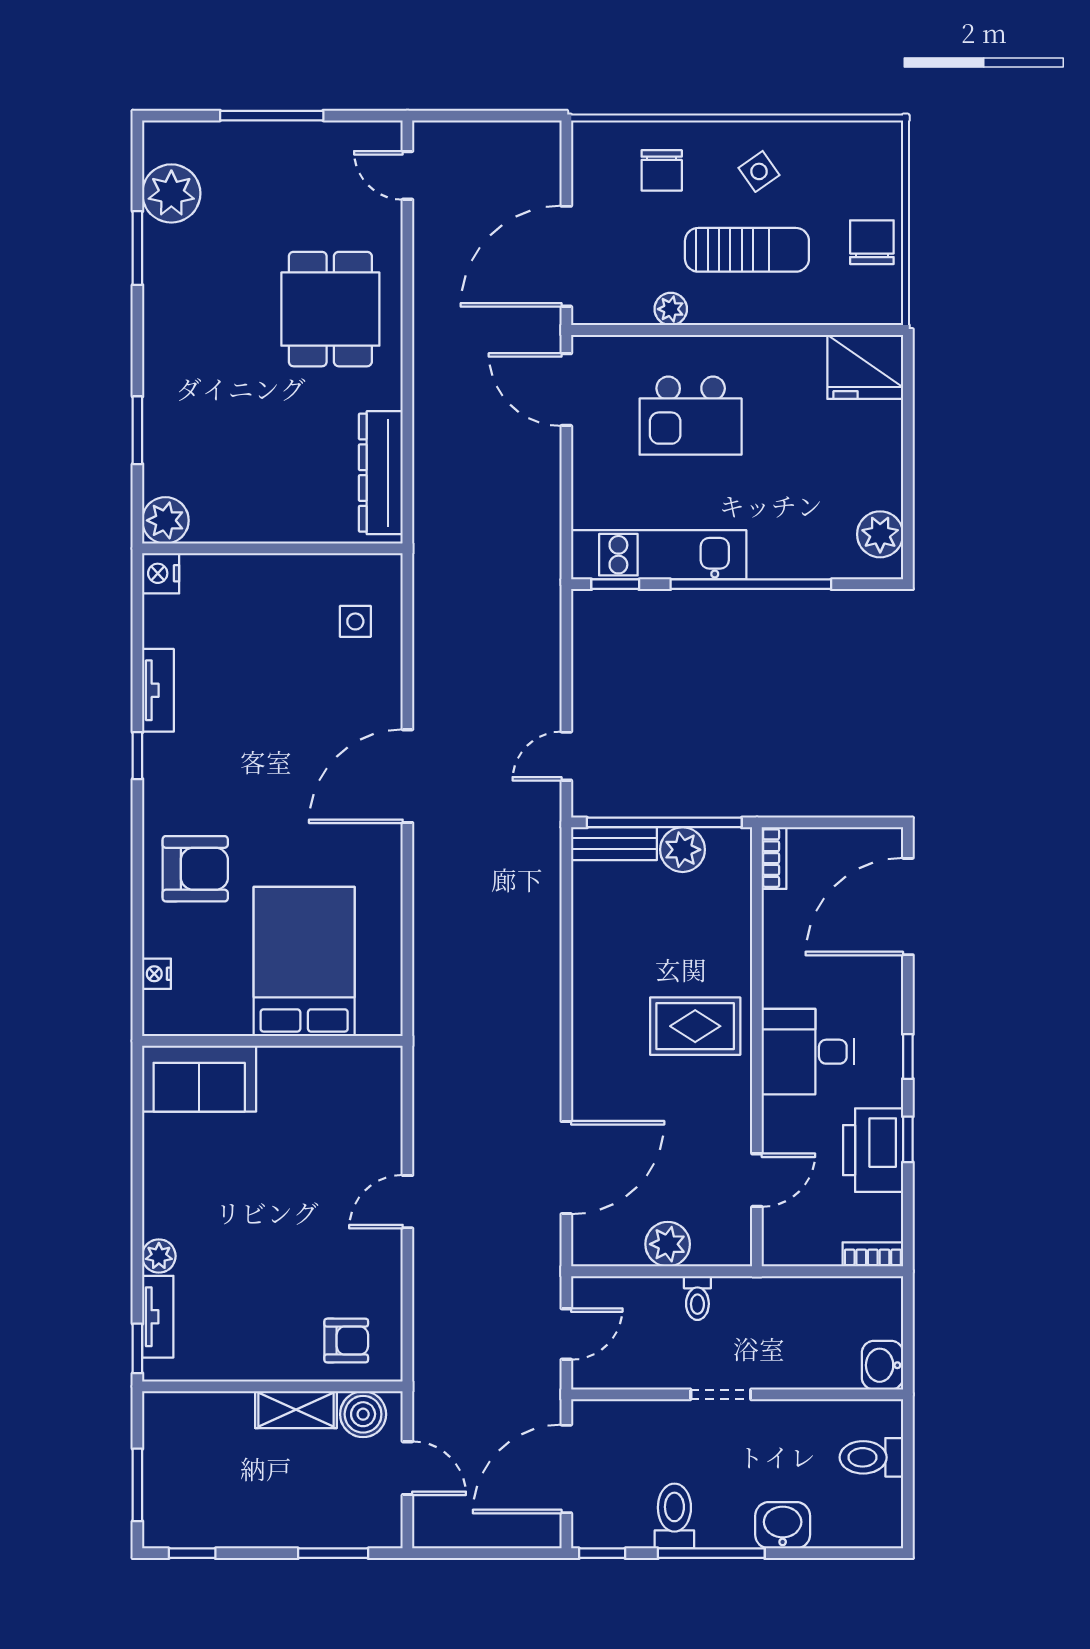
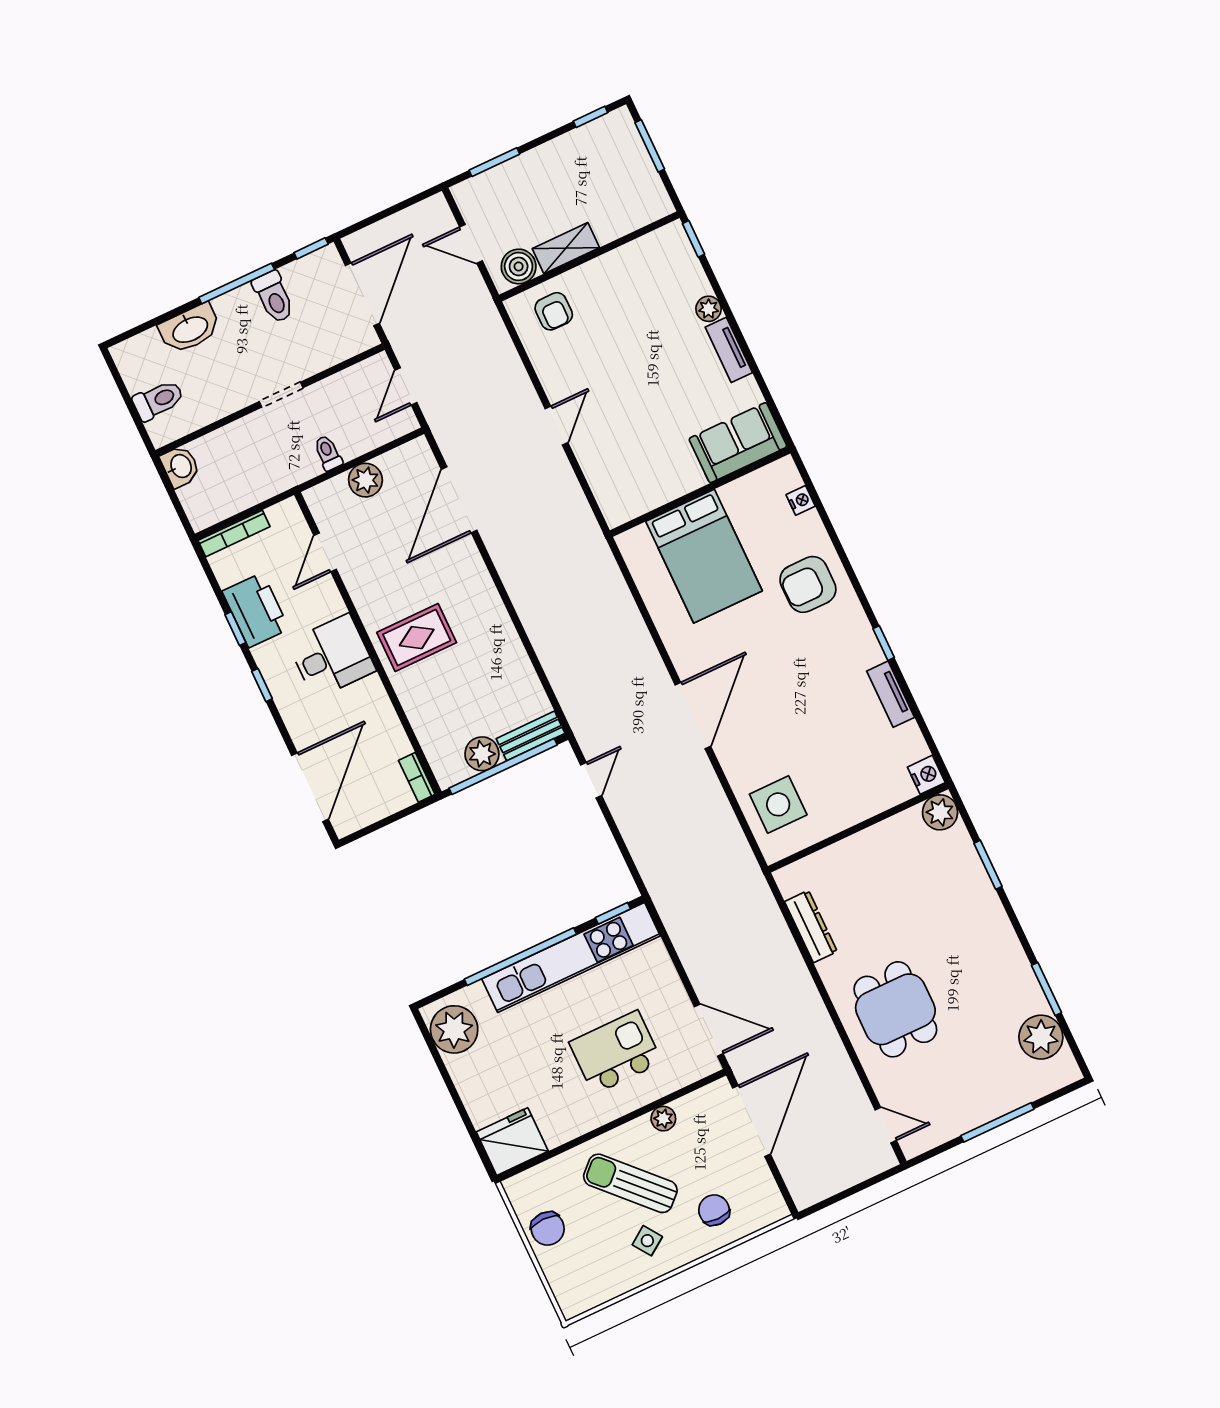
sun lounger: (747, 250) -> (630, 1183), turned 46
dresser: (381, 473) -> (811, 927), width x0.73, depth x0.80
plant: (880, 534) -> (454, 1029), width x1.36, depth x1.36
kitchen unit: (659, 555) -> (571, 957), width x1.36
side table: (355, 621) -> (778, 804), width x1.87, depth x1.87
bookcase: (873, 1254) -> (234, 533), width x1.56
tv unit: (158, 1317) -> (729, 350), moved
armchair: (346, 1341) -> (554, 311), turned -90
washbasin: (783, 1525) -> (190, 329), width x1.38

